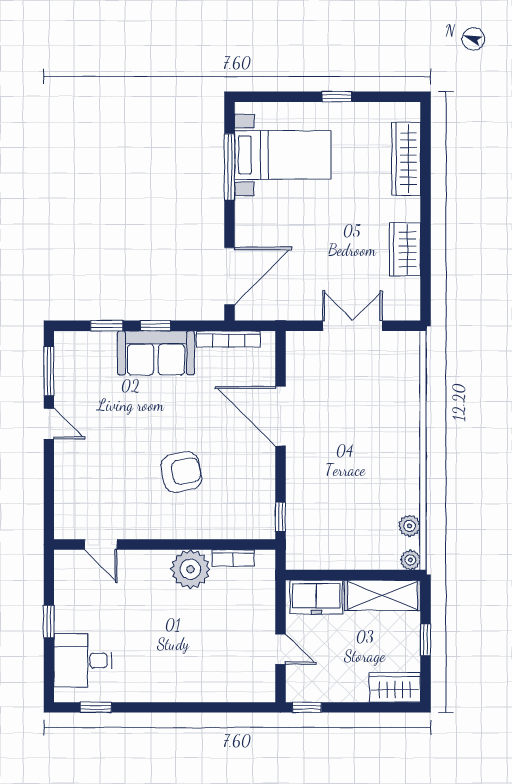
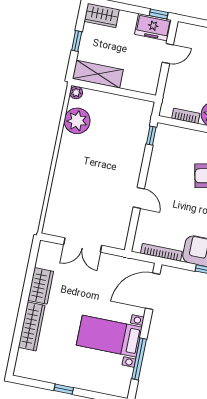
bed with nightstands: (283, 155) -> (109, 336), moved
wardrobe: (406, 159) -> (32, 326), moved
door: (280, 416) -> (139, 198), width x0.53
plant: (410, 526) -> (77, 121), width x1.87, depth x1.87
freezer: (316, 597) -> (153, 27), moved, turned 180
door: (280, 649) -> (168, 53), swing flipped

